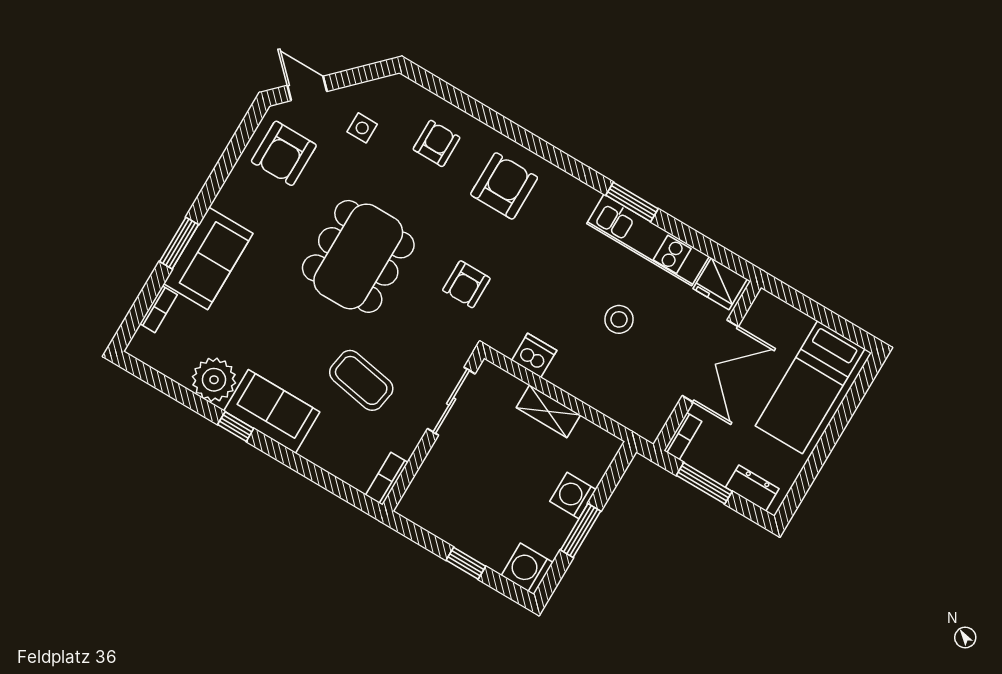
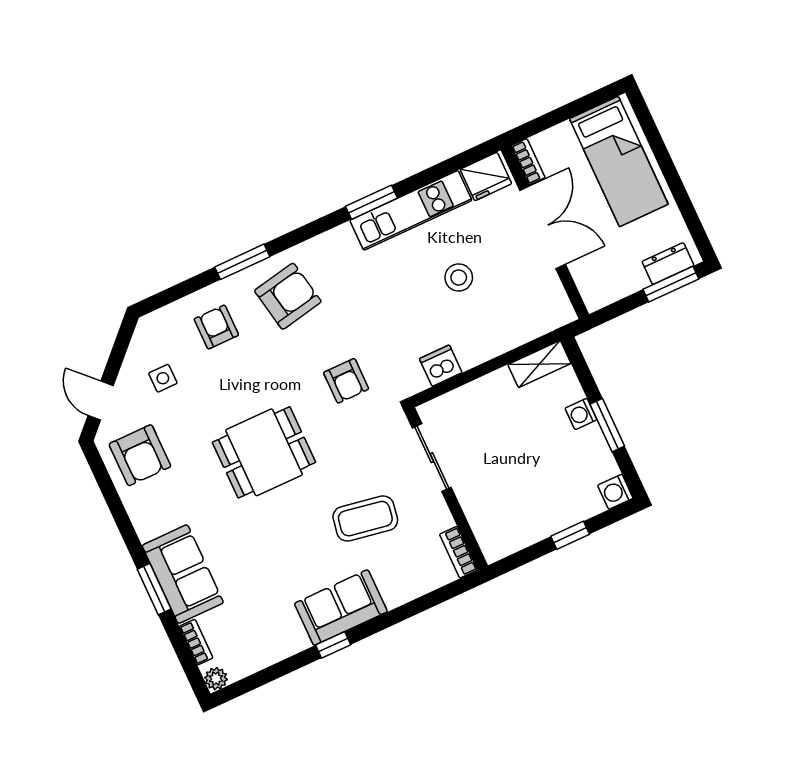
door: (307, 88) -> (101, 401), hinge flipped
window: (507, 127) -> (242, 262), added
armchair: (504, 186) -> (288, 296), turned 79
dining table: (358, 256) -> (264, 452), width x0.73
plant: (214, 380) -> (216, 679), moved, width x0.53, depth x0.53
shelving: (548, 411) -> (539, 364), moved
bookcase: (683, 436) -> (528, 162), moved
window: (704, 483) -> (671, 284), moved
washing machine: (573, 495) -> (581, 414), width x0.73, depth x0.73
washing machine: (527, 569) -> (615, 492), width x0.73, depth x0.73

